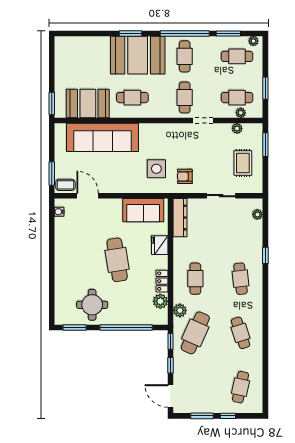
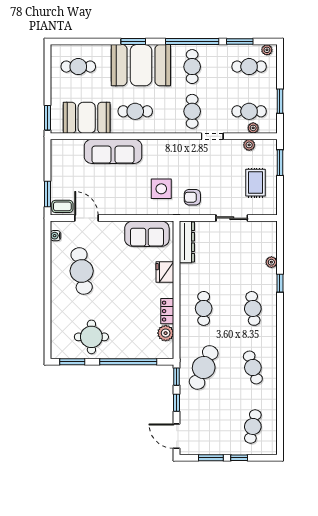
cafe table: (80, 56) -> (78, 67), added
sofa: (102, 137) -> (113, 151), width x0.74, depth x0.79
plant: (257, 214) -> (271, 262), moved
cafe table: (117, 260) -> (82, 271), moved
plant: (180, 310) -> (187, 343), removed

